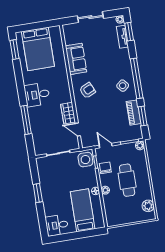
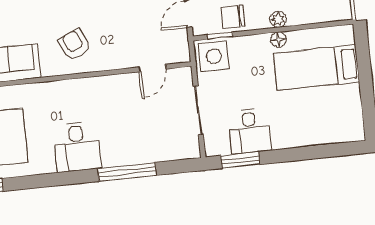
wardrobe: (68, 113) -> (118, 86), removed
window: (38, 193) -> (240, 160), moved
desk: (57, 225) -> (250, 131), moved

